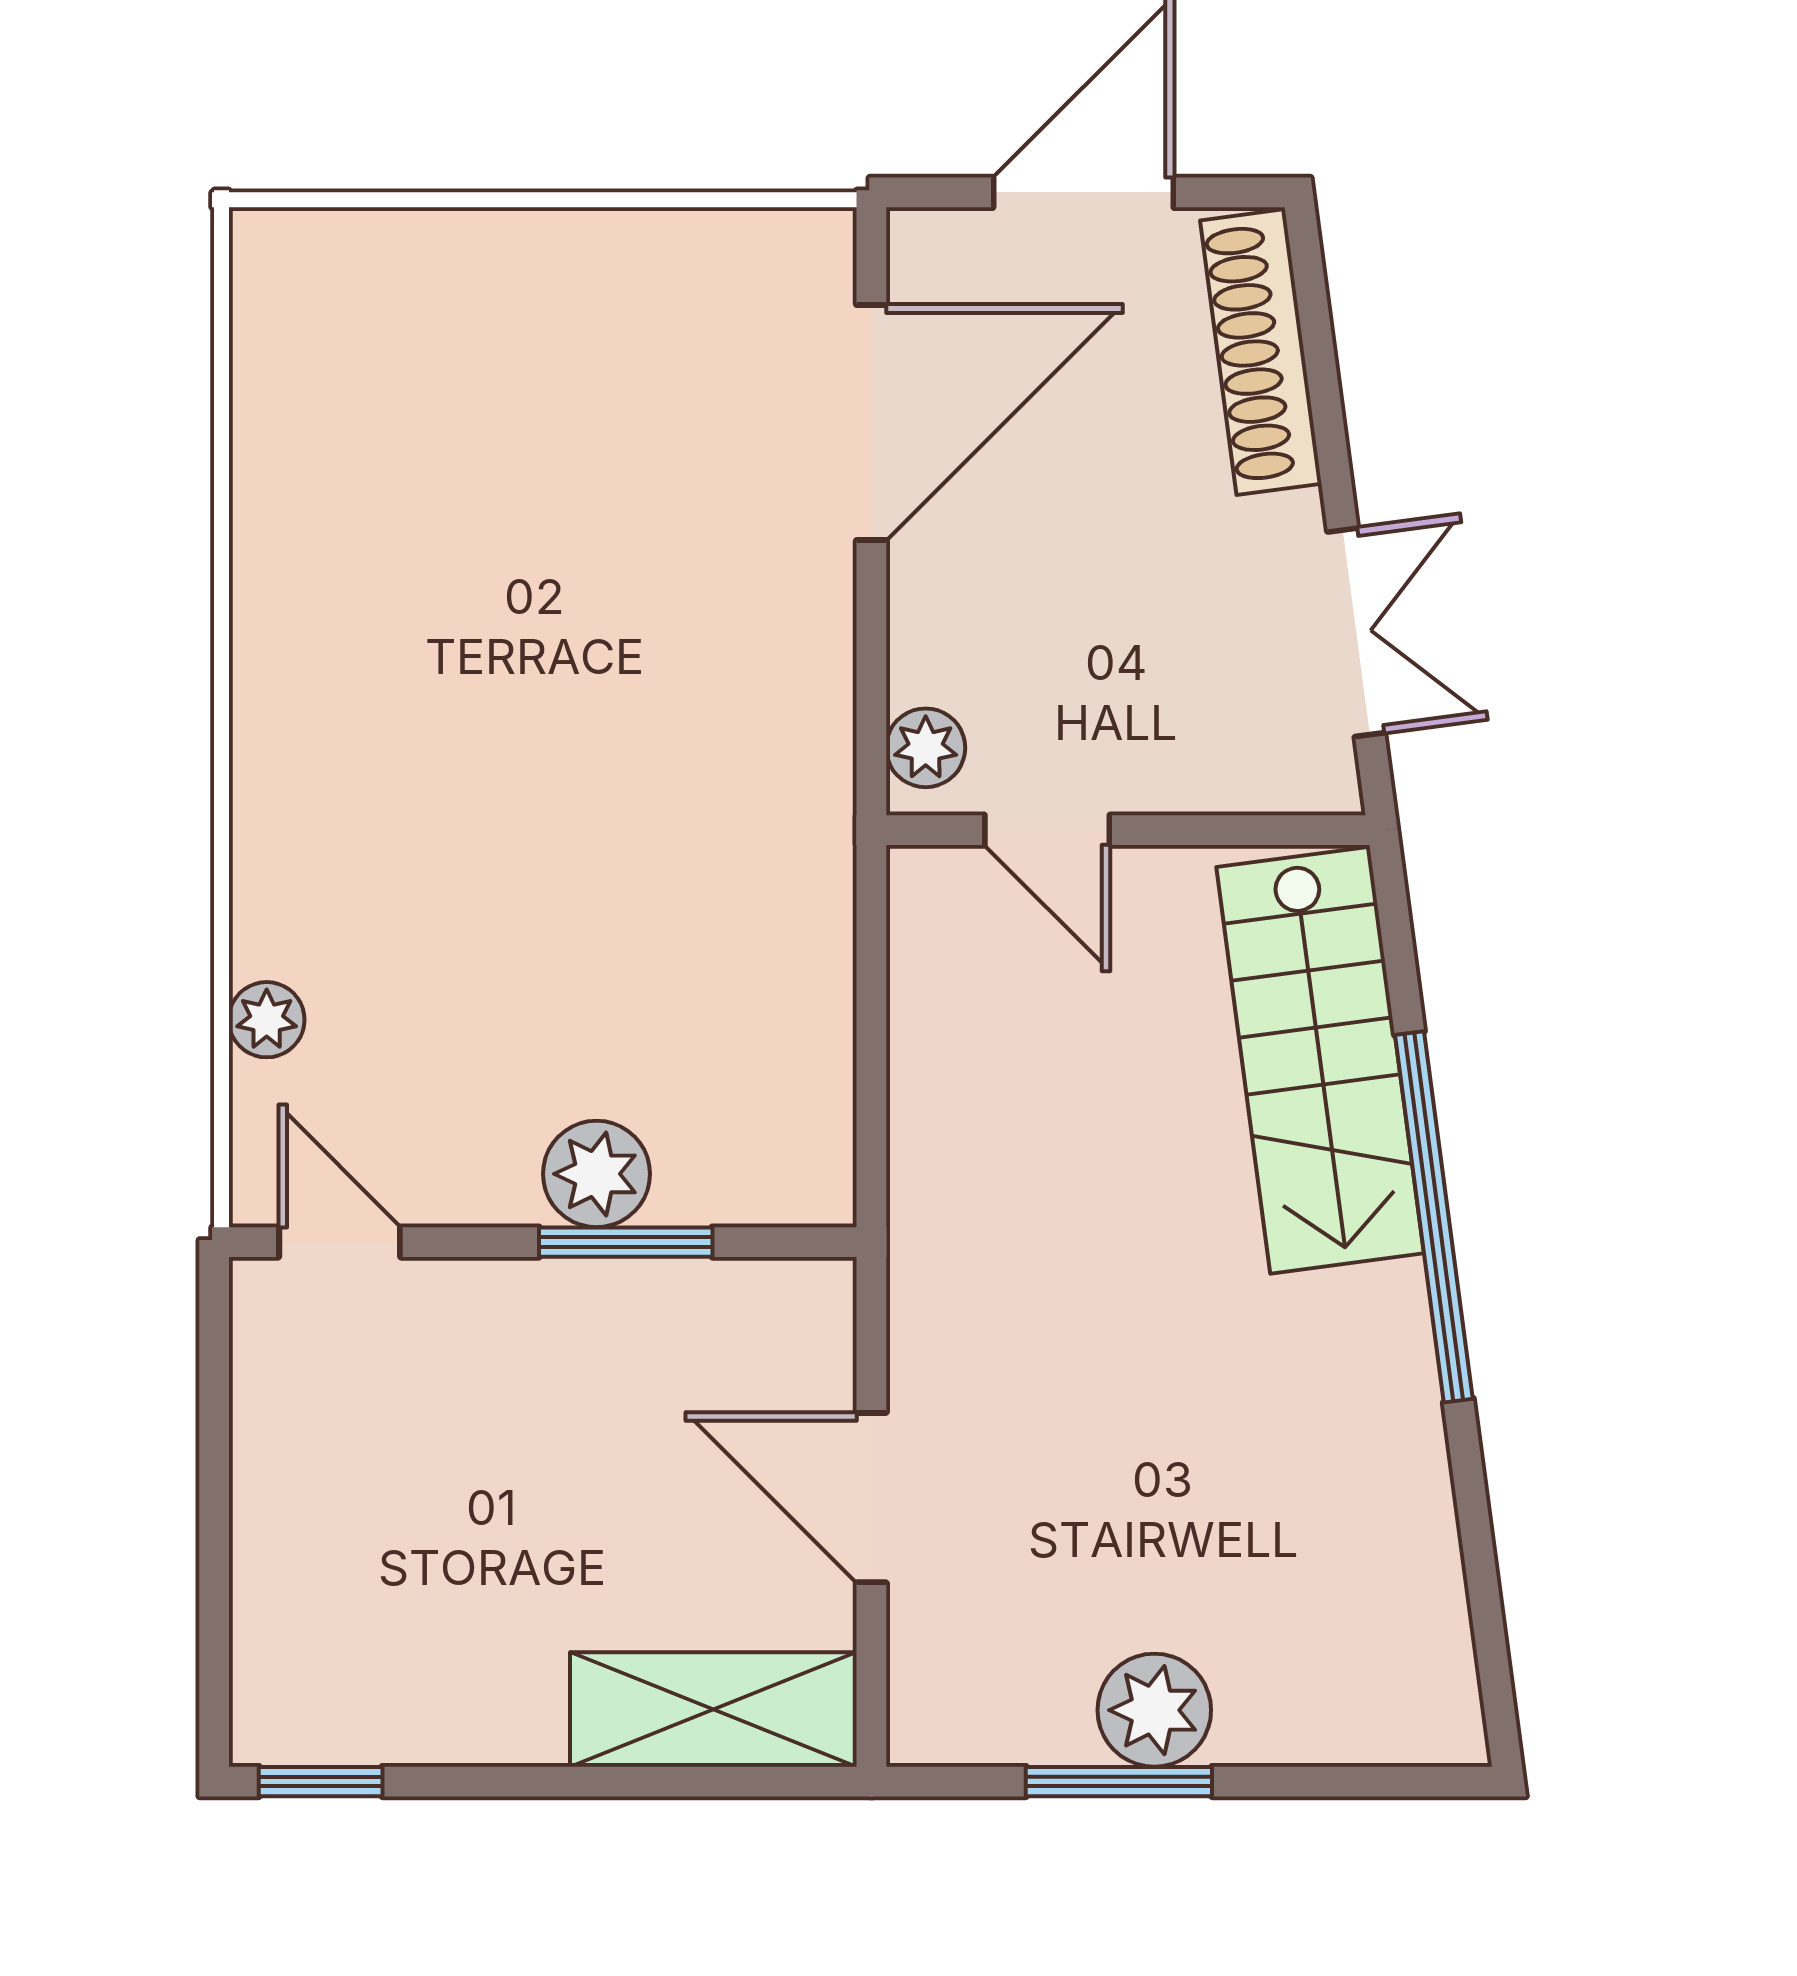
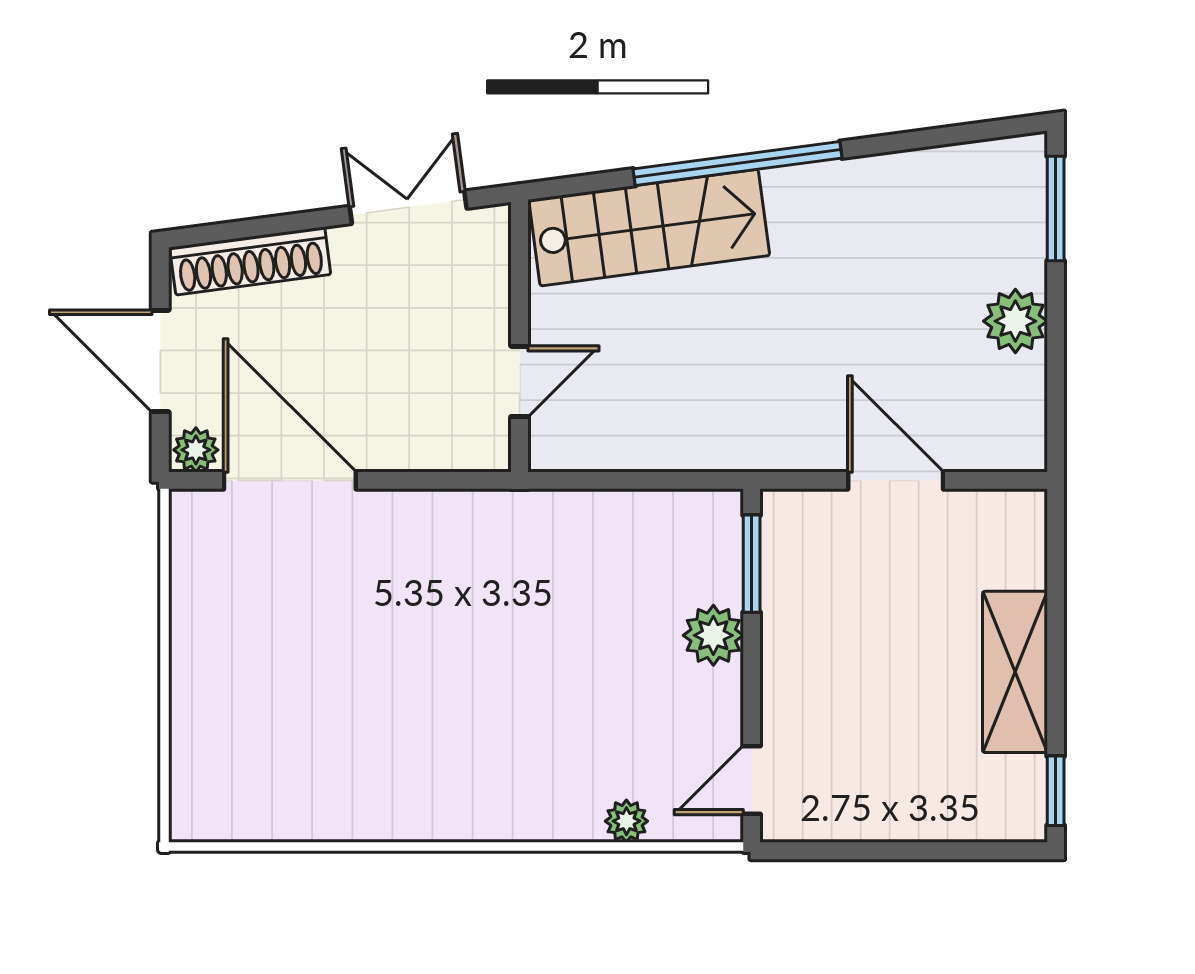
plant: (926, 748) -> (196, 450), moved
window: (626, 1242) -> (752, 564), moved
door: (871, 1498) -> (896, 480), swing flipped
shelving: (713, 1710) -> (1015, 672), moved
window: (1119, 1782) -> (1056, 209), moved

